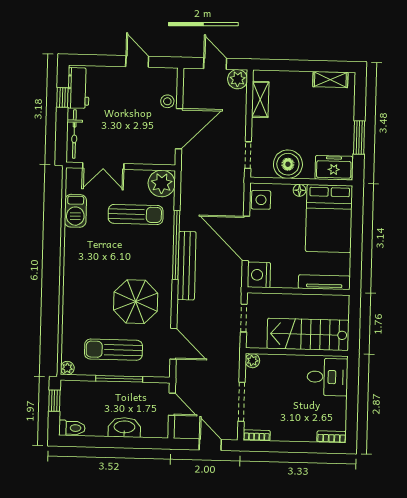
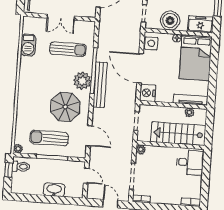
double door: (103, 166) -> (61, 17), moved
plant: (162, 183) -> (82, 81), moved
plant: (323, 301) -> (189, 112), added
toilet: (72, 428) -> (21, 167), moved

